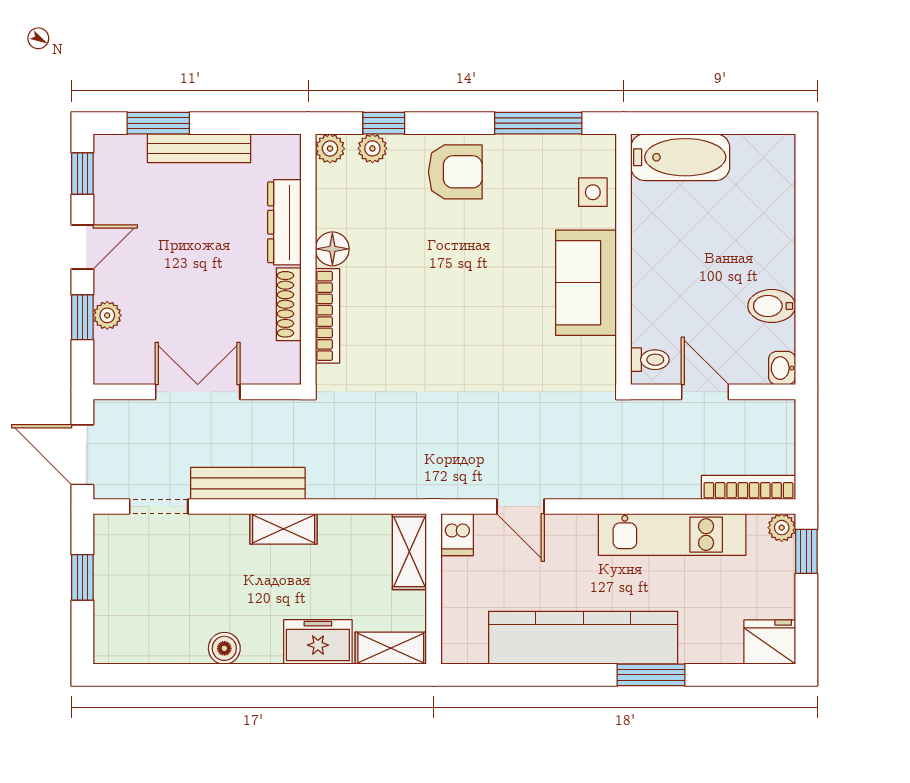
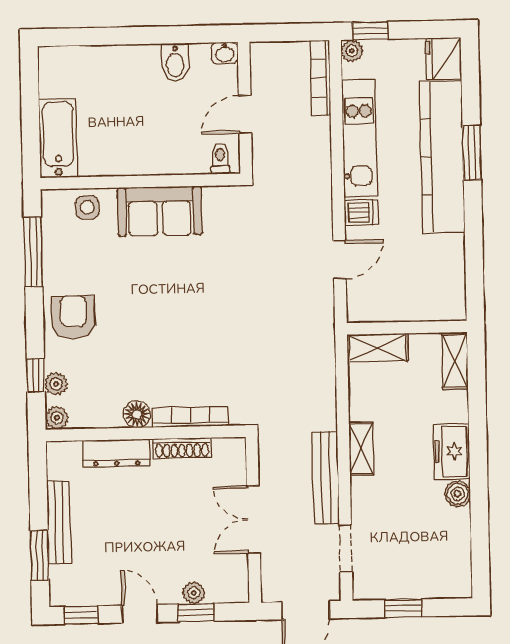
dishwasher: (457, 535) -> (361, 212), moved
kitchen counter: (583, 638) -> (442, 157), moved
freezer: (318, 642) -> (452, 452), moved

